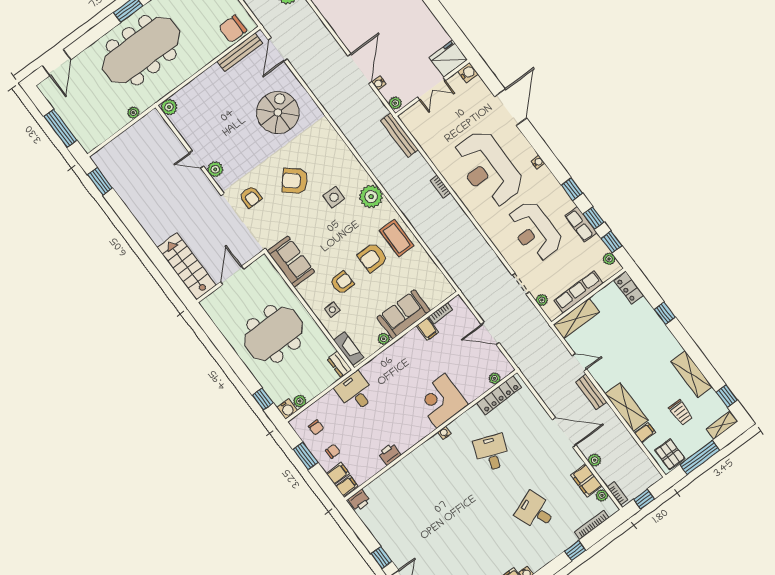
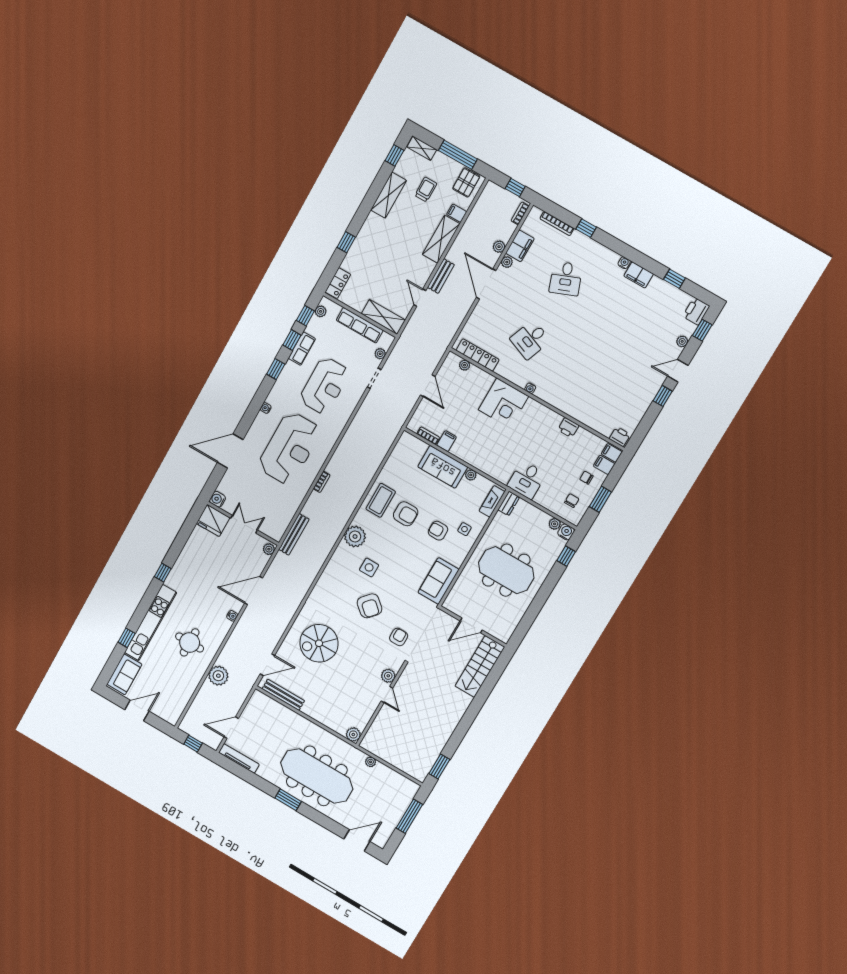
chair: (233, 29) -> (267, 708), removed
water cooler: (379, 83) -> (232, 616), moved
plant: (602, 495) -> (507, 262), moved

